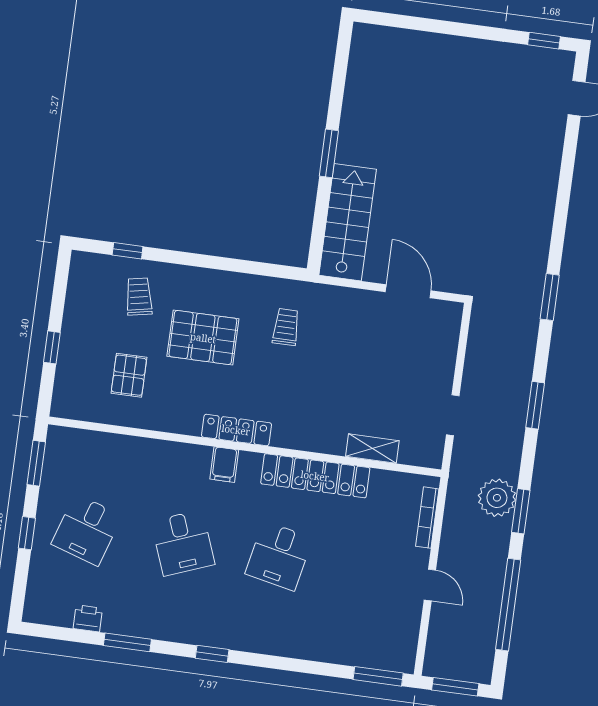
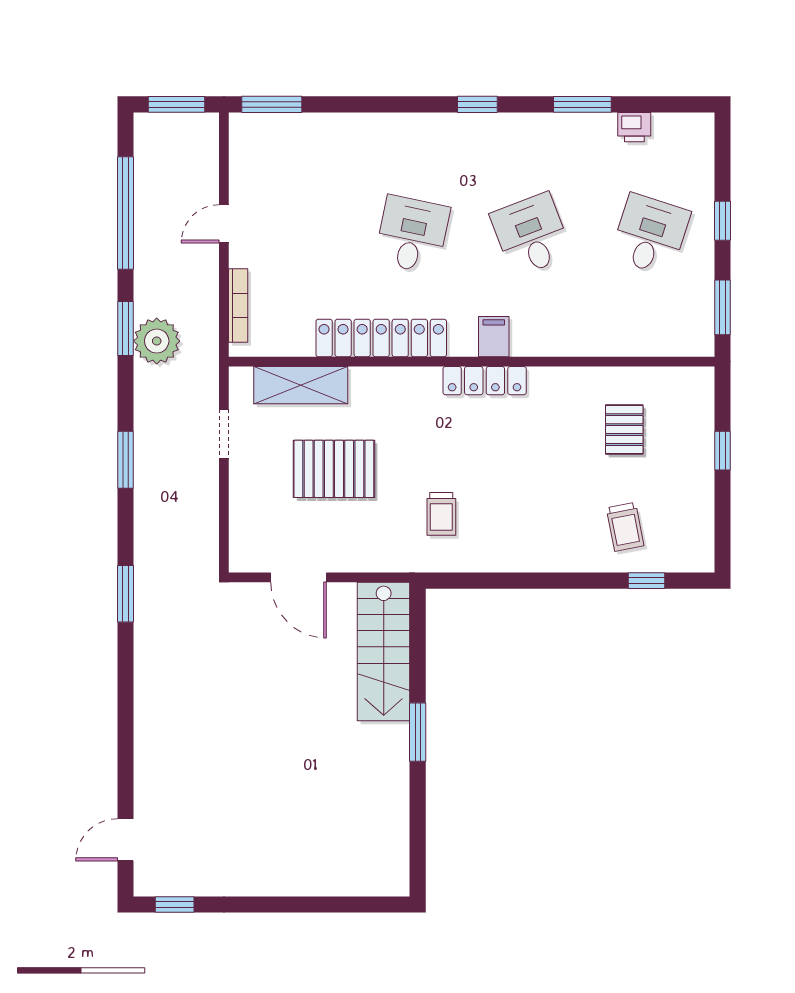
pallet: (203, 338) -> (334, 469), moved
shelving: (372, 449) -> (301, 385), width x1.50, depth x1.33
door: (430, 585) -> (224, 224), hinge flipped

